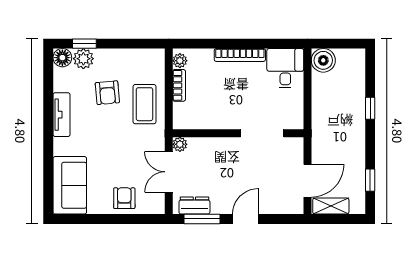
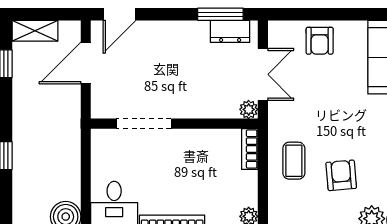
bookcase: (179, 85) -> (250, 149), moved
coffee table: (144, 104) -> (294, 161), width x0.73, depth x0.77
shelving: (331, 206) -> (35, 31), moved
door: (246, 219) -> (119, 14), moved

